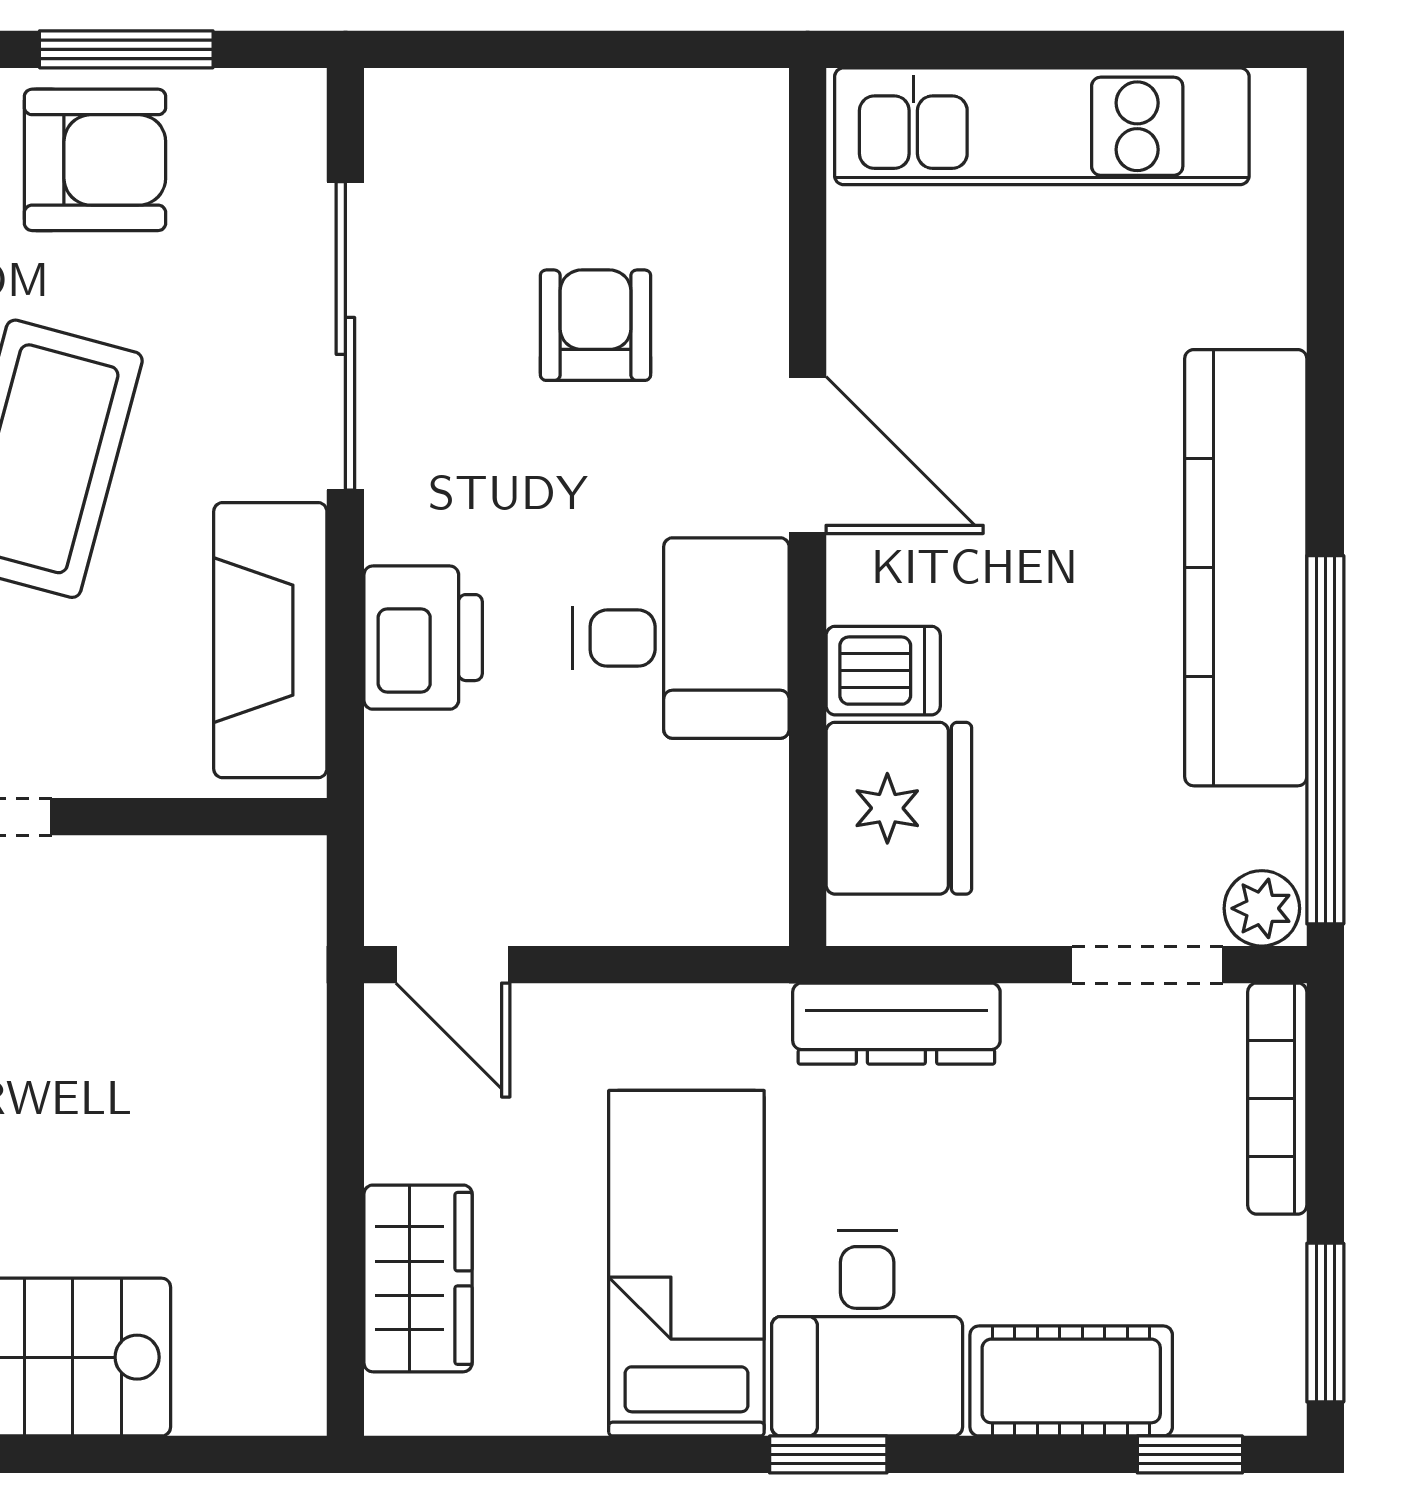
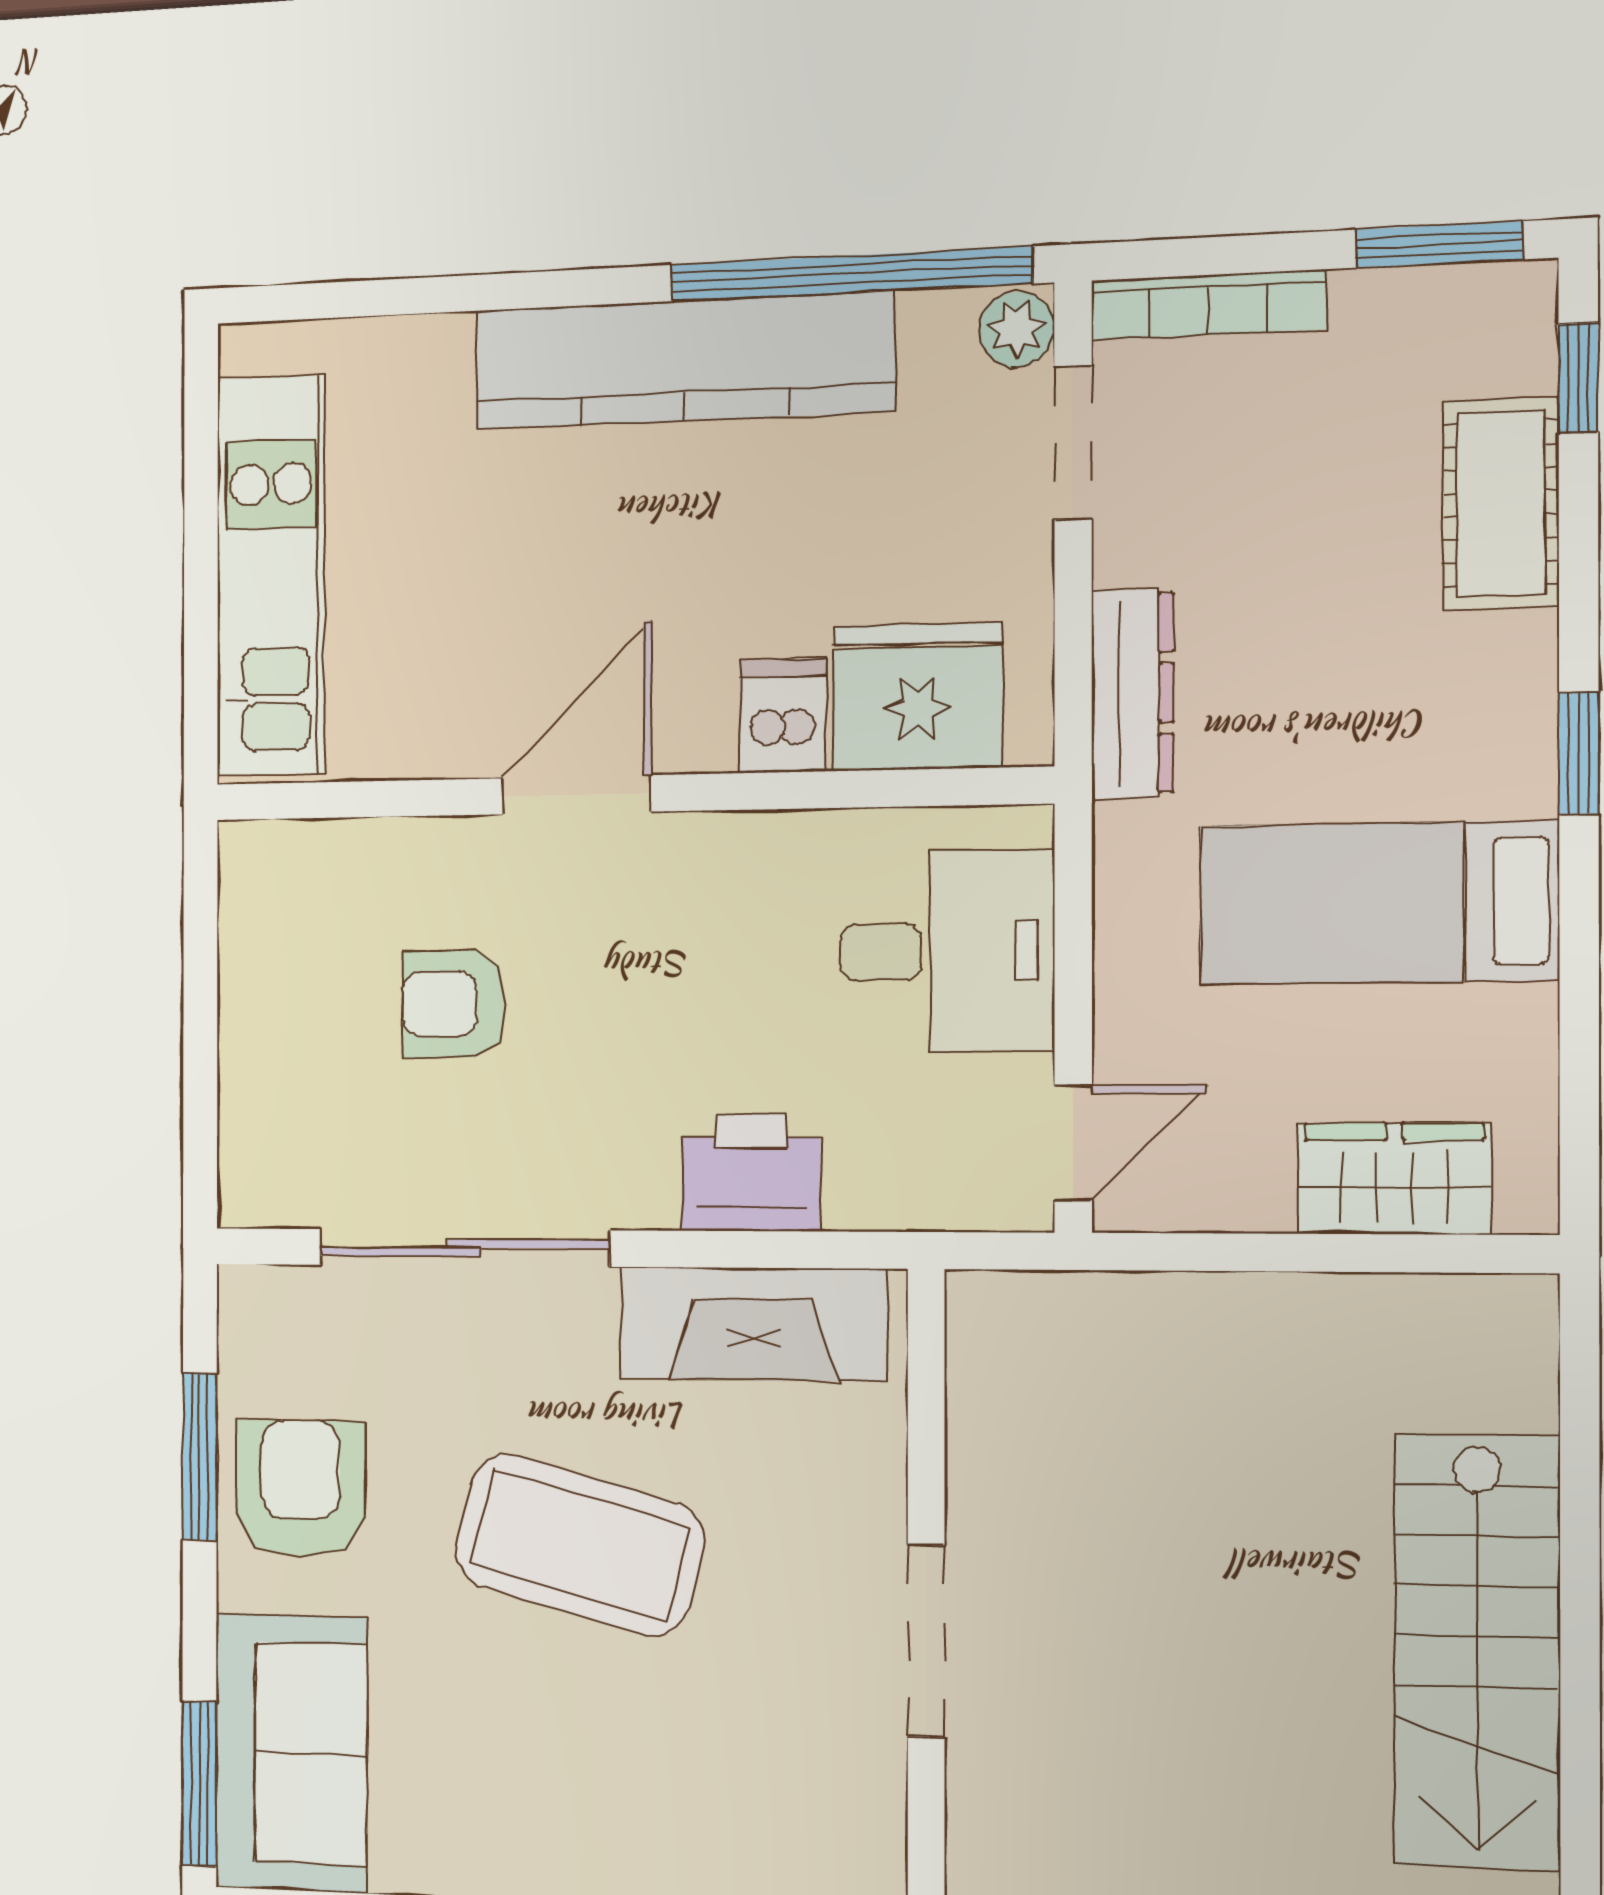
desk: (681, 638) -> (947, 951), moved, turned 90
desk: (867, 1333) -> (1451, 716), removed

